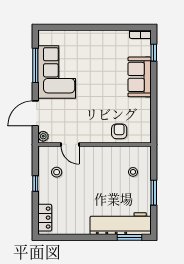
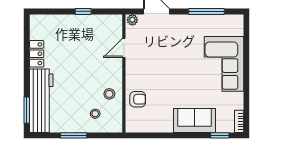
corner sofa: (57, 72) -> (224, 64), moved, turned 90
stool: (57, 172) -> (109, 94), moved
locker: (45, 218) -> (37, 54), moved, turned -90

